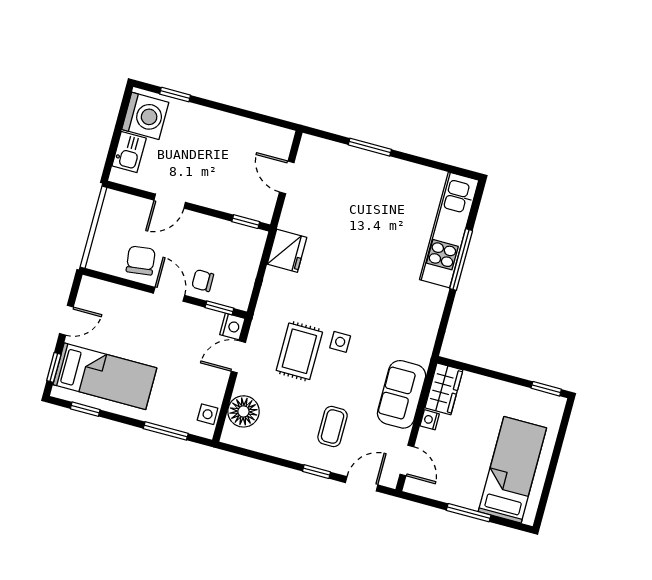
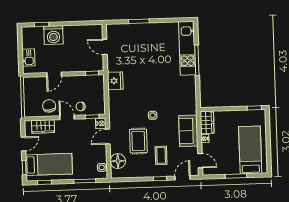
washing machine: (145, 116) -> (53, 35), moved, turned 90
wardrobe: (116, 298) -> (43, 127), added
rug: (299, 351) -> (138, 141), moved

